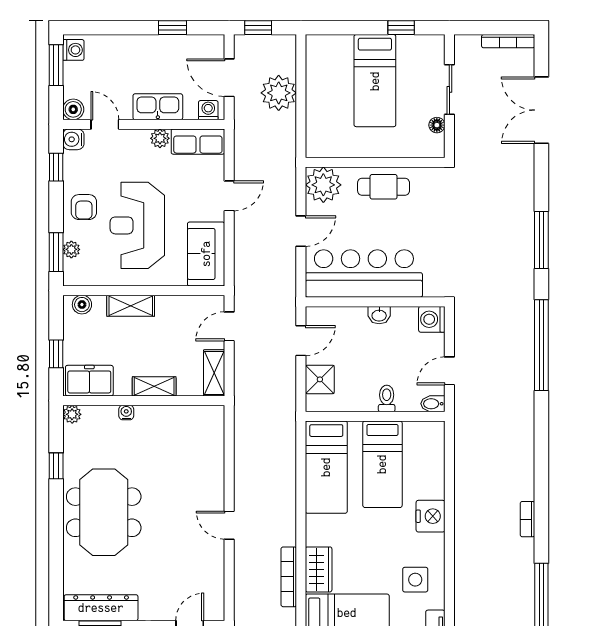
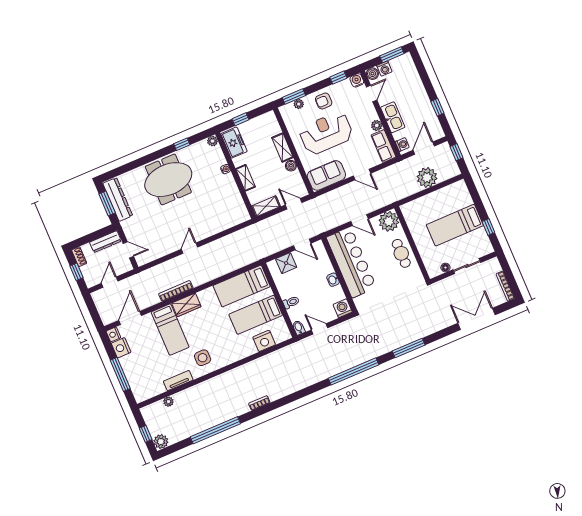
washing machine: (73, 50) -> (384, 69), moved
boiler: (82, 305) -> (291, 166), moved
nightstand: (431, 516) -> (264, 341), moved

